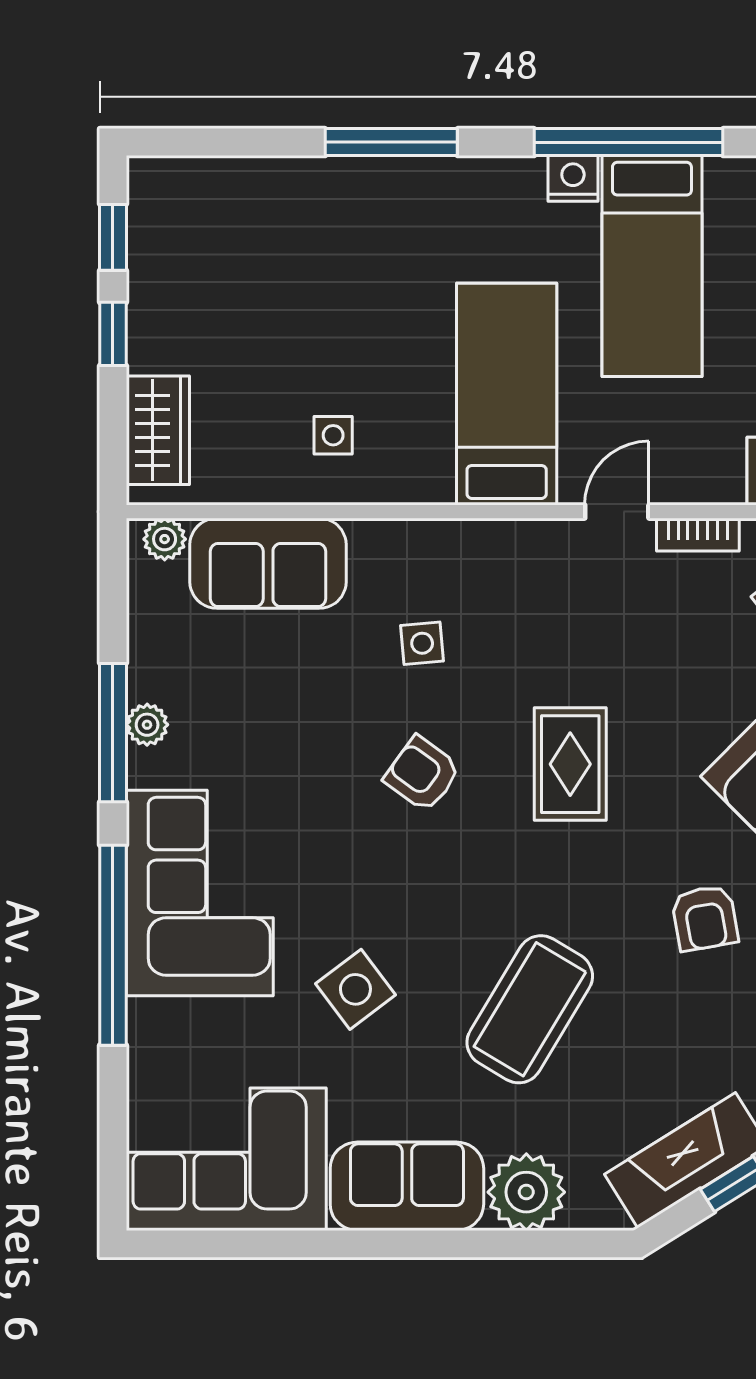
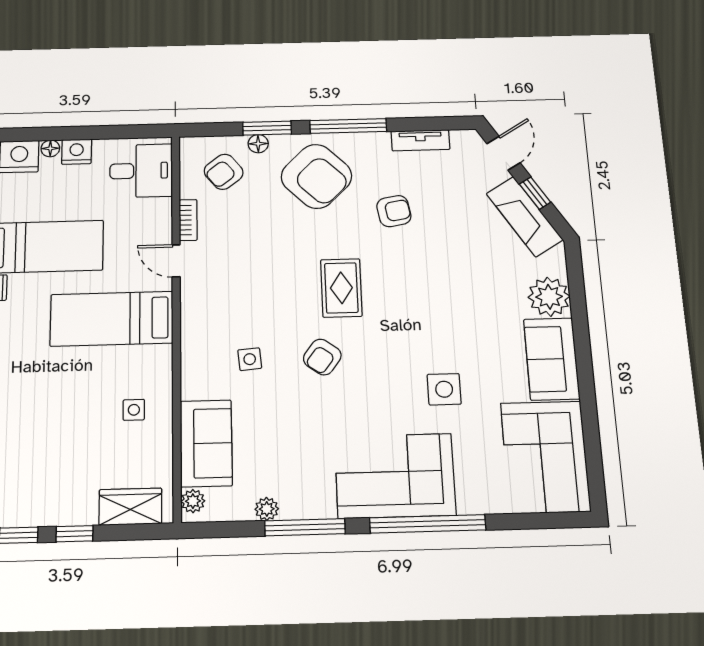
plant: (147, 725) -> (267, 509), moved
rug: (570, 764) -> (341, 288), moved, turned 90
side table: (355, 989) -> (444, 389), turned 37
coffee table: (530, 1009) -> (449, 298), removed

